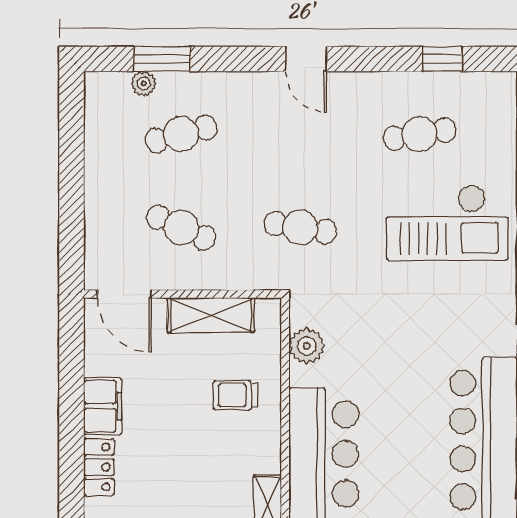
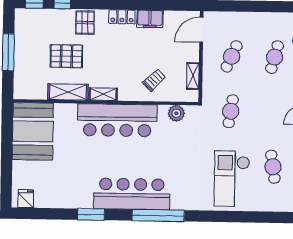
cafe table: (181, 134) -> (275, 57), turned 30
shelving: (211, 315) -> (193, 76), width x0.67, depth x0.75
trolley: (235, 395) -> (154, 80), turned 45

